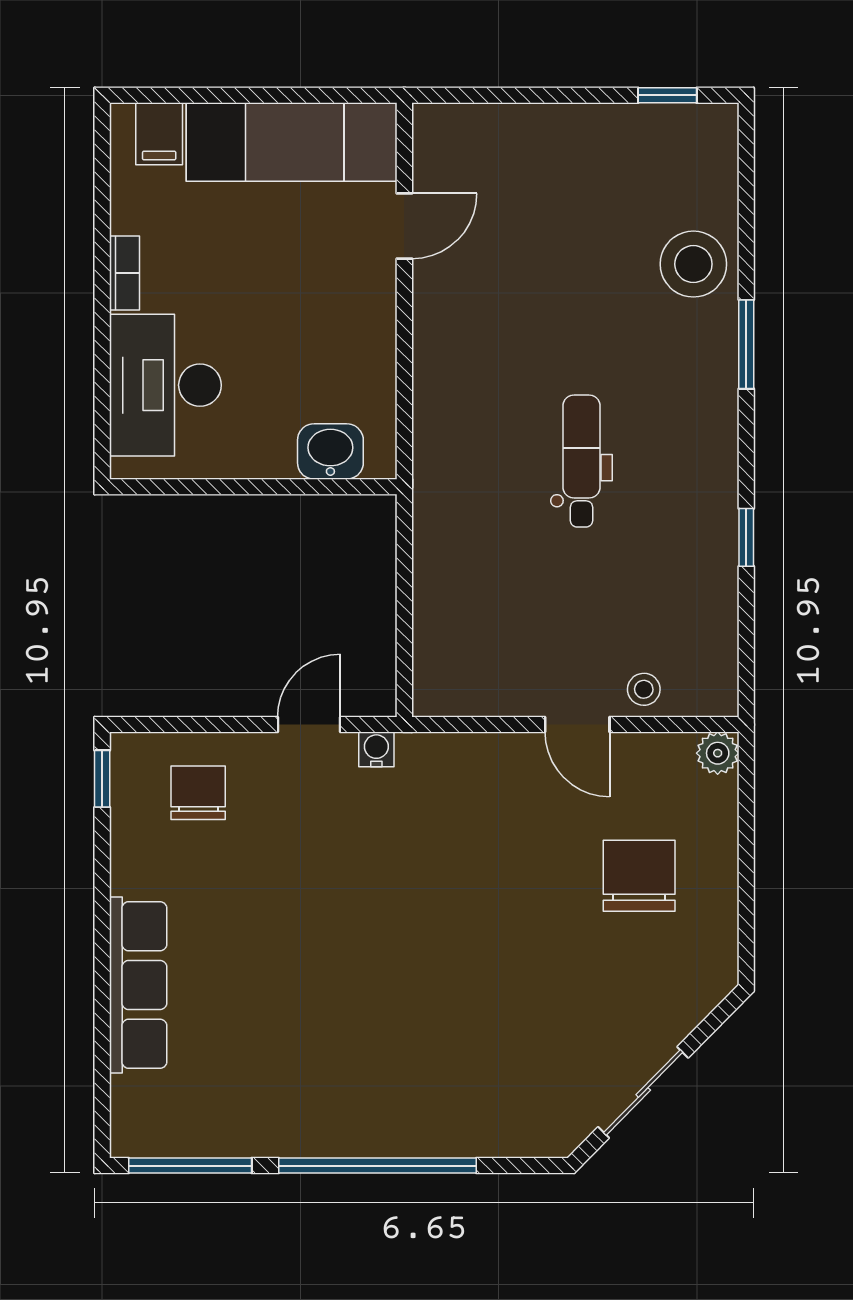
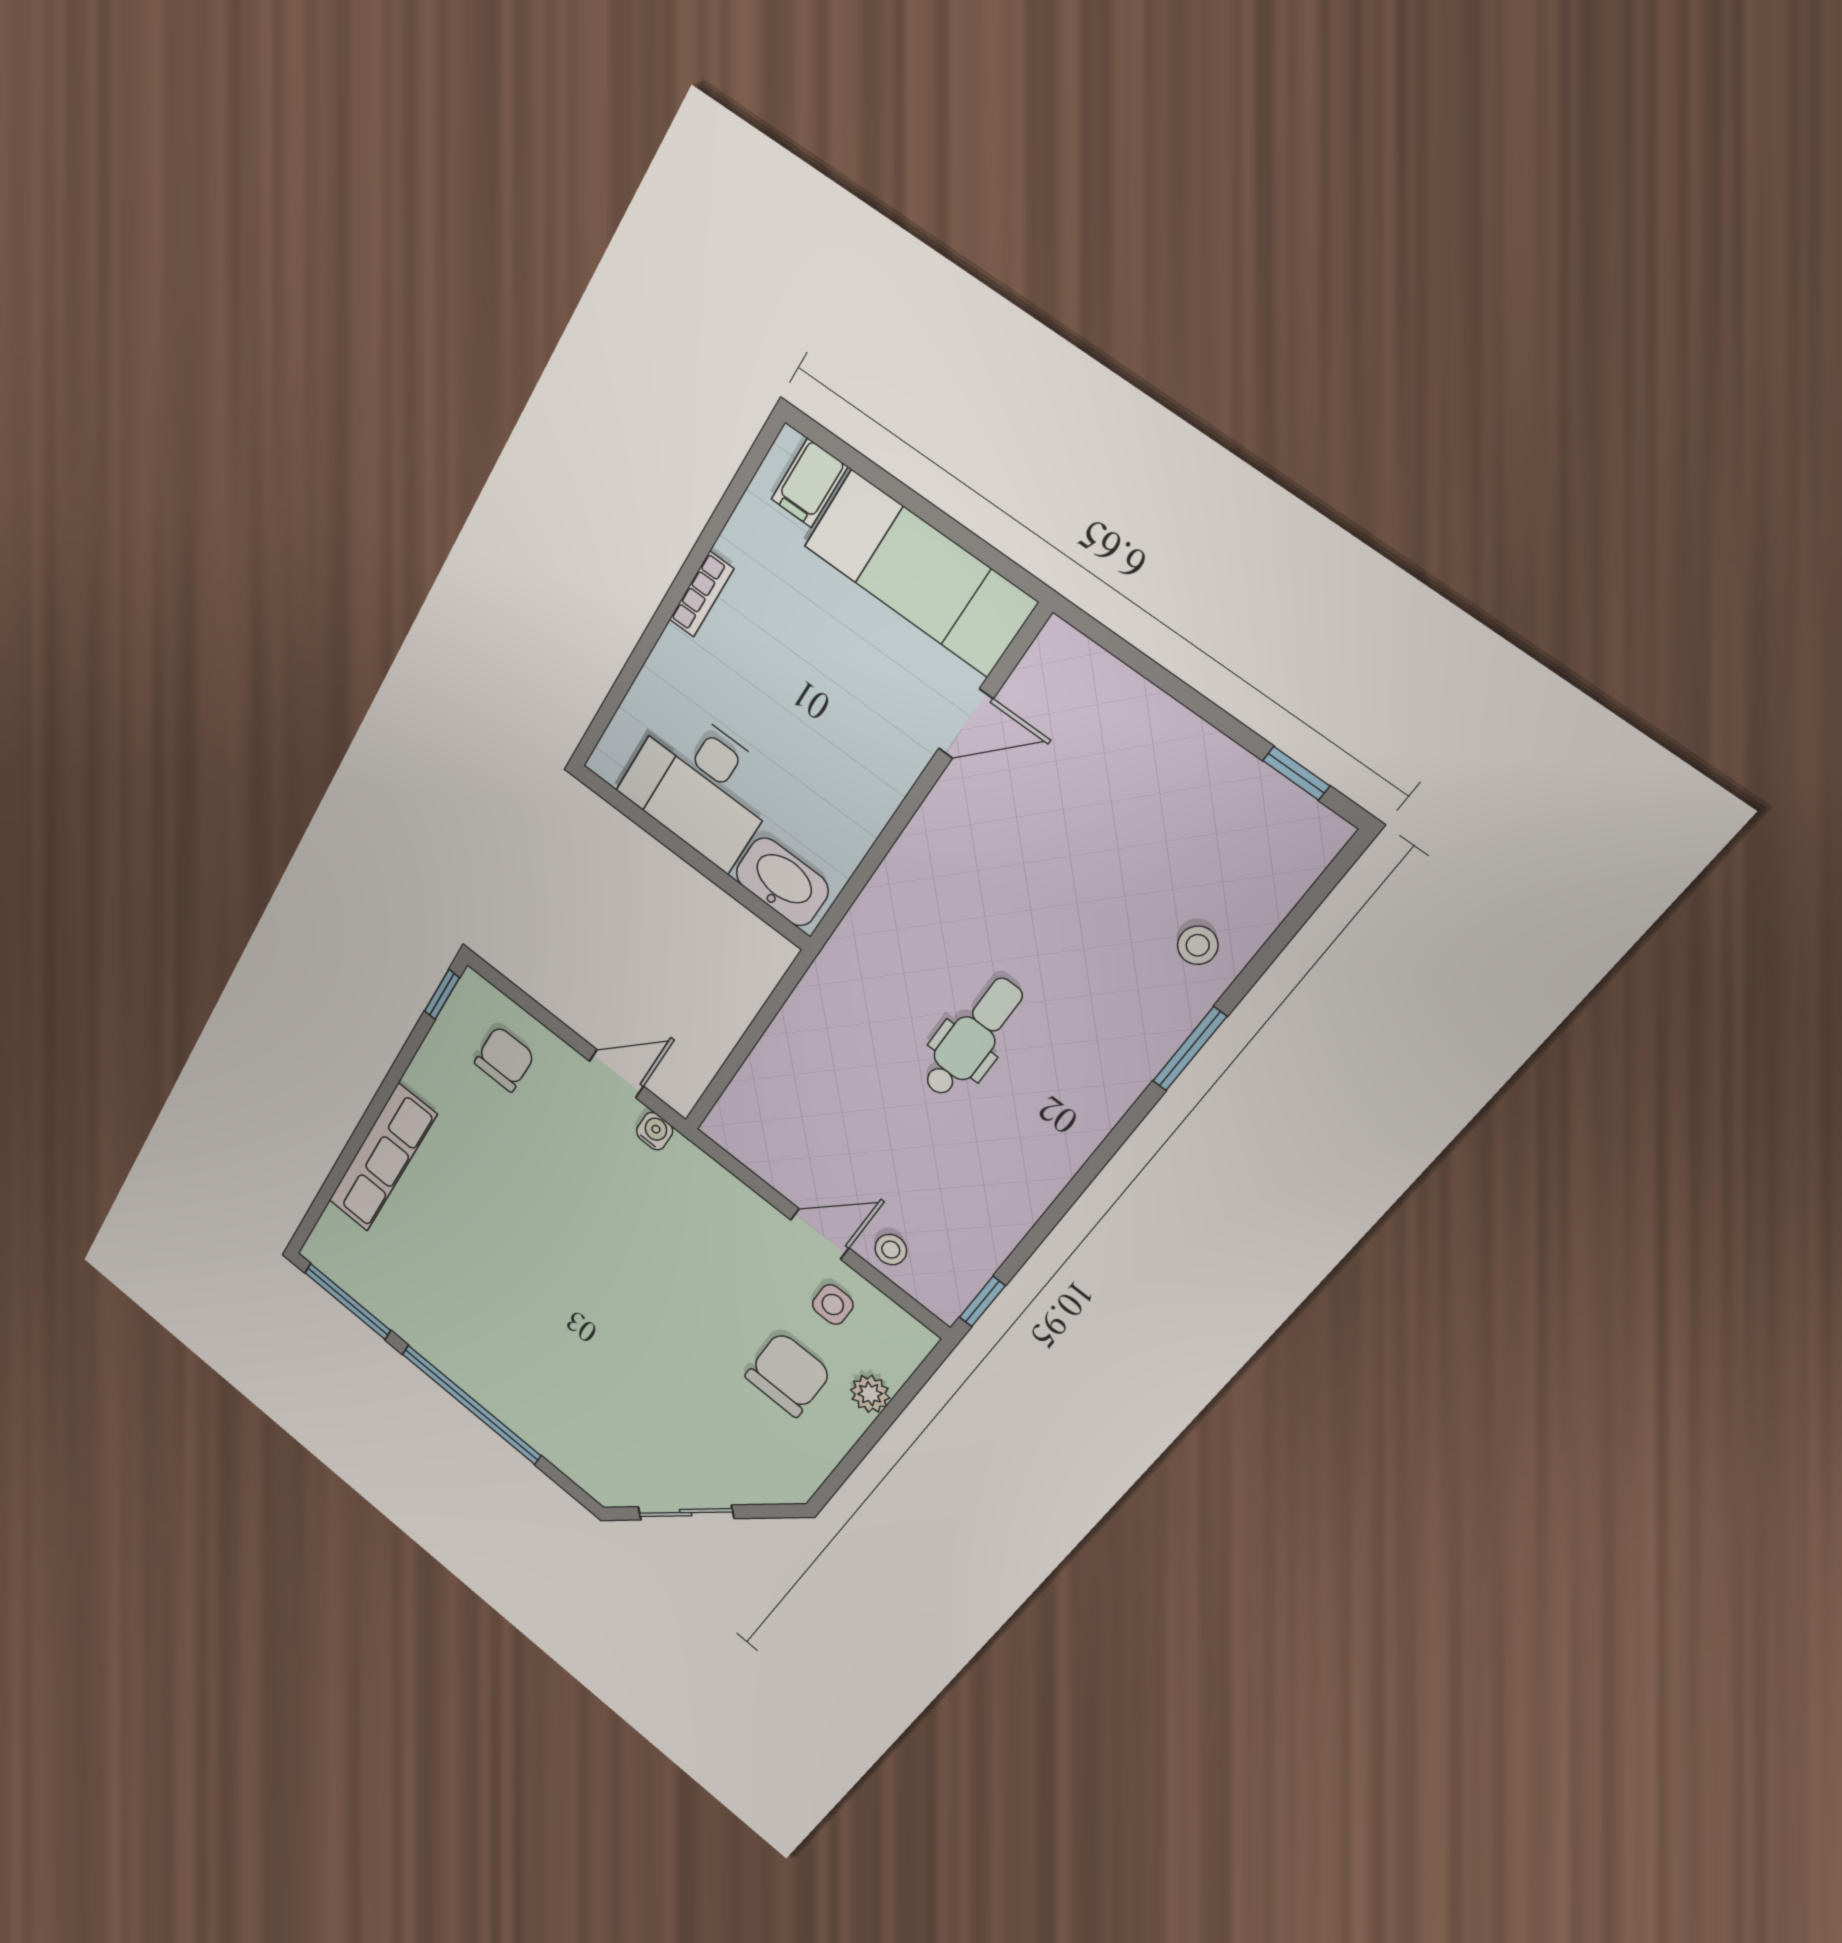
stool: (693, 264) -> (1198, 945), width x0.53, depth x0.53
desk: (165, 385) -> (701, 786), moved, turned -90
washbasin: (330, 451) -> (782, 882), width x1.38
window: (746, 537) -> (982, 1301), moved
door: (577, 725) -> (820, 1234), swing flipped
plant: (718, 753) -> (870, 1394), moved
side table: (631, 779) -> (833, 1304), added

